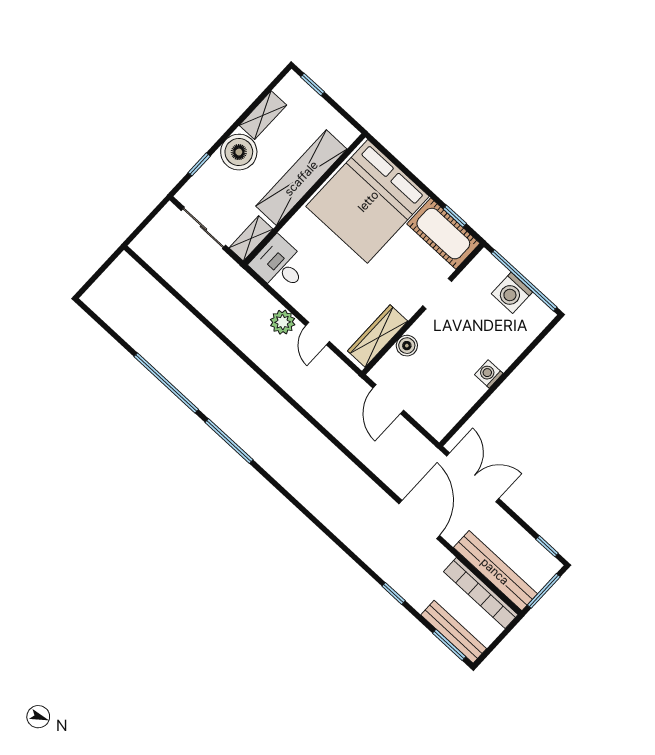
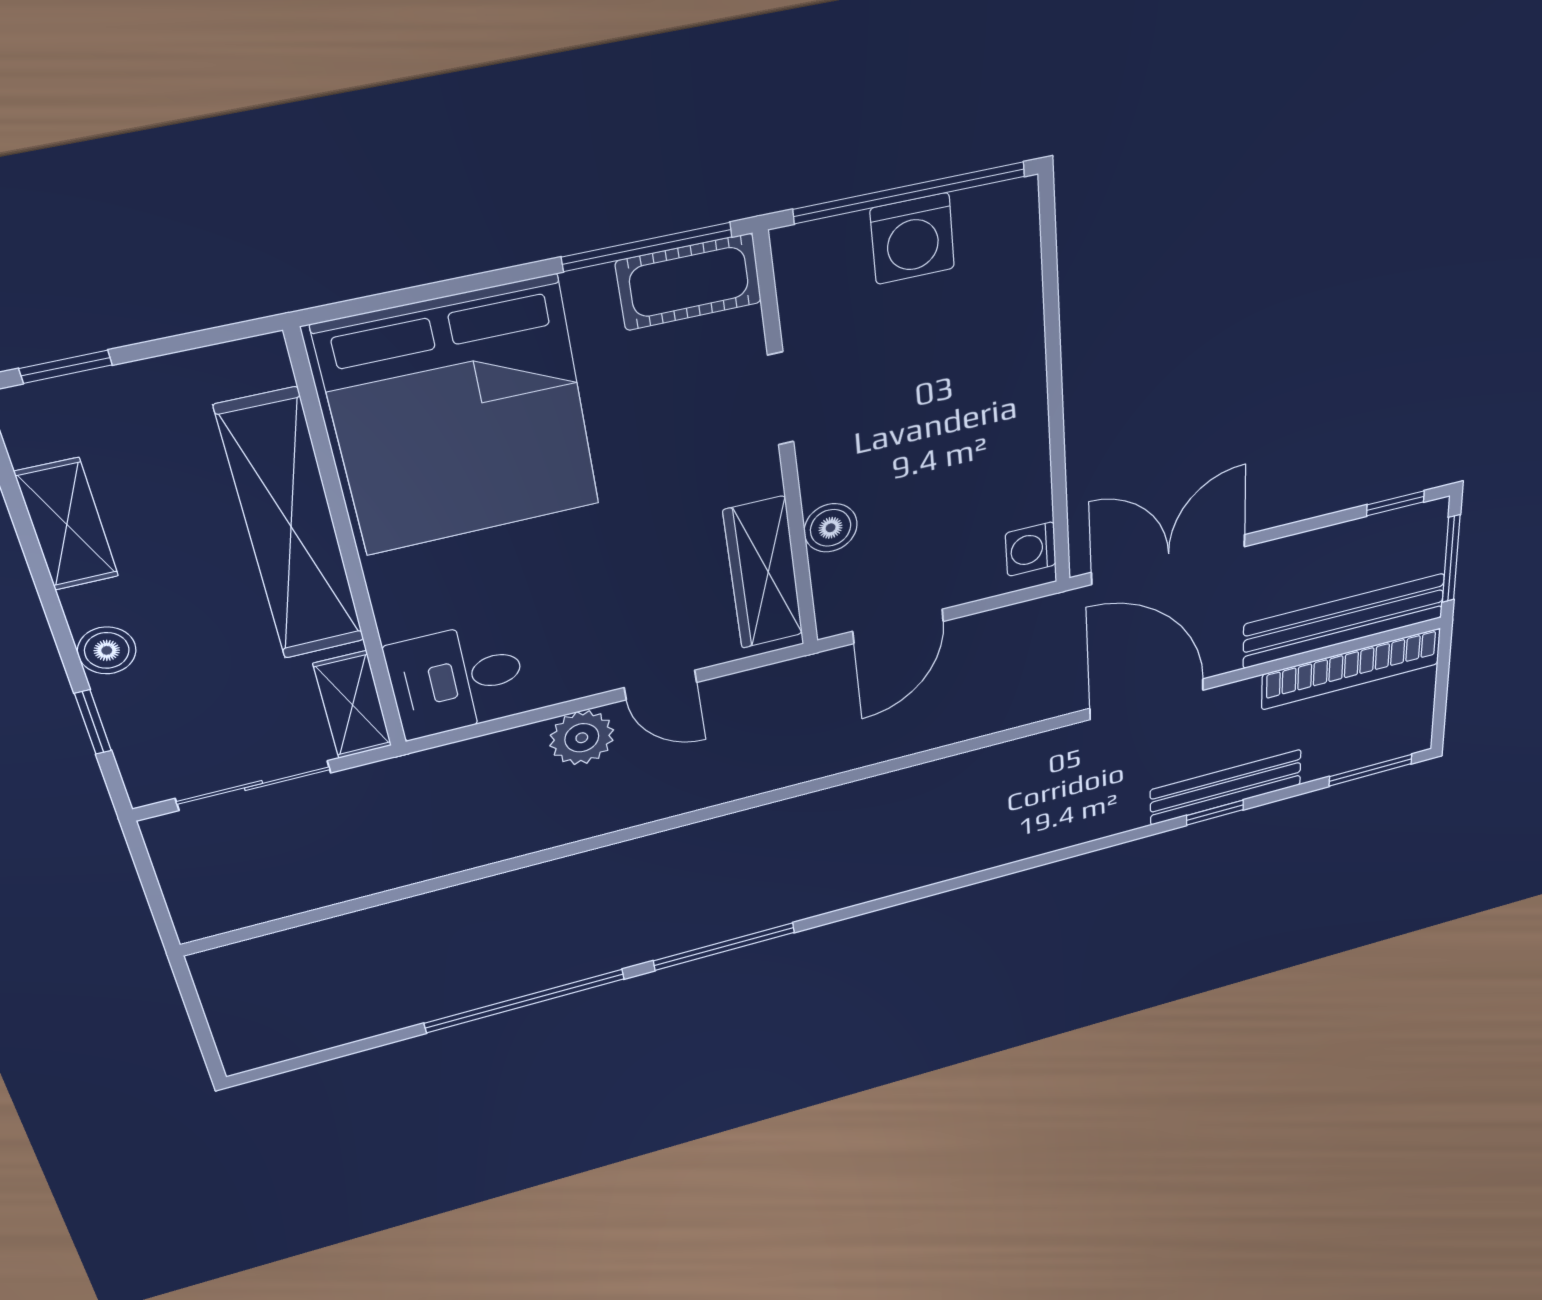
boiler: (239, 152) -> (107, 650), width x0.54, depth x0.54
window: (455, 216) -> (647, 247), width x2.17
cot: (443, 234) -> (689, 282), width x0.73, depth x0.75
washing machine: (489, 374) -> (1031, 549), moved
door: (388, 399) -> (898, 626), hinge flipped
bench: (454, 632) -> (1226, 787), moved

